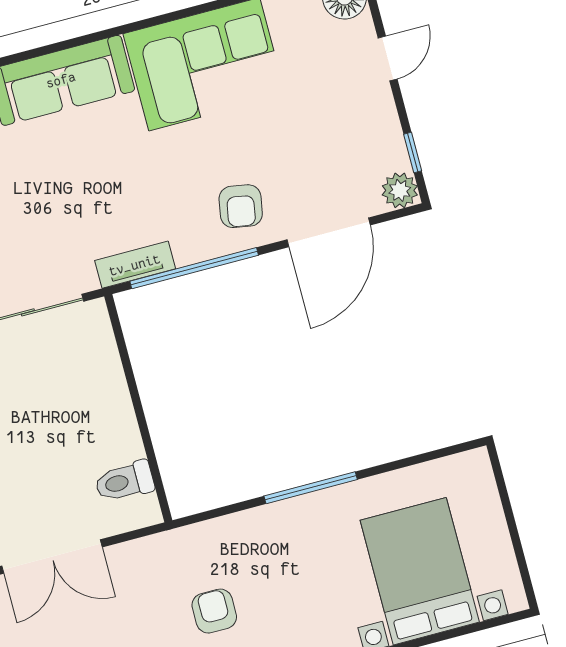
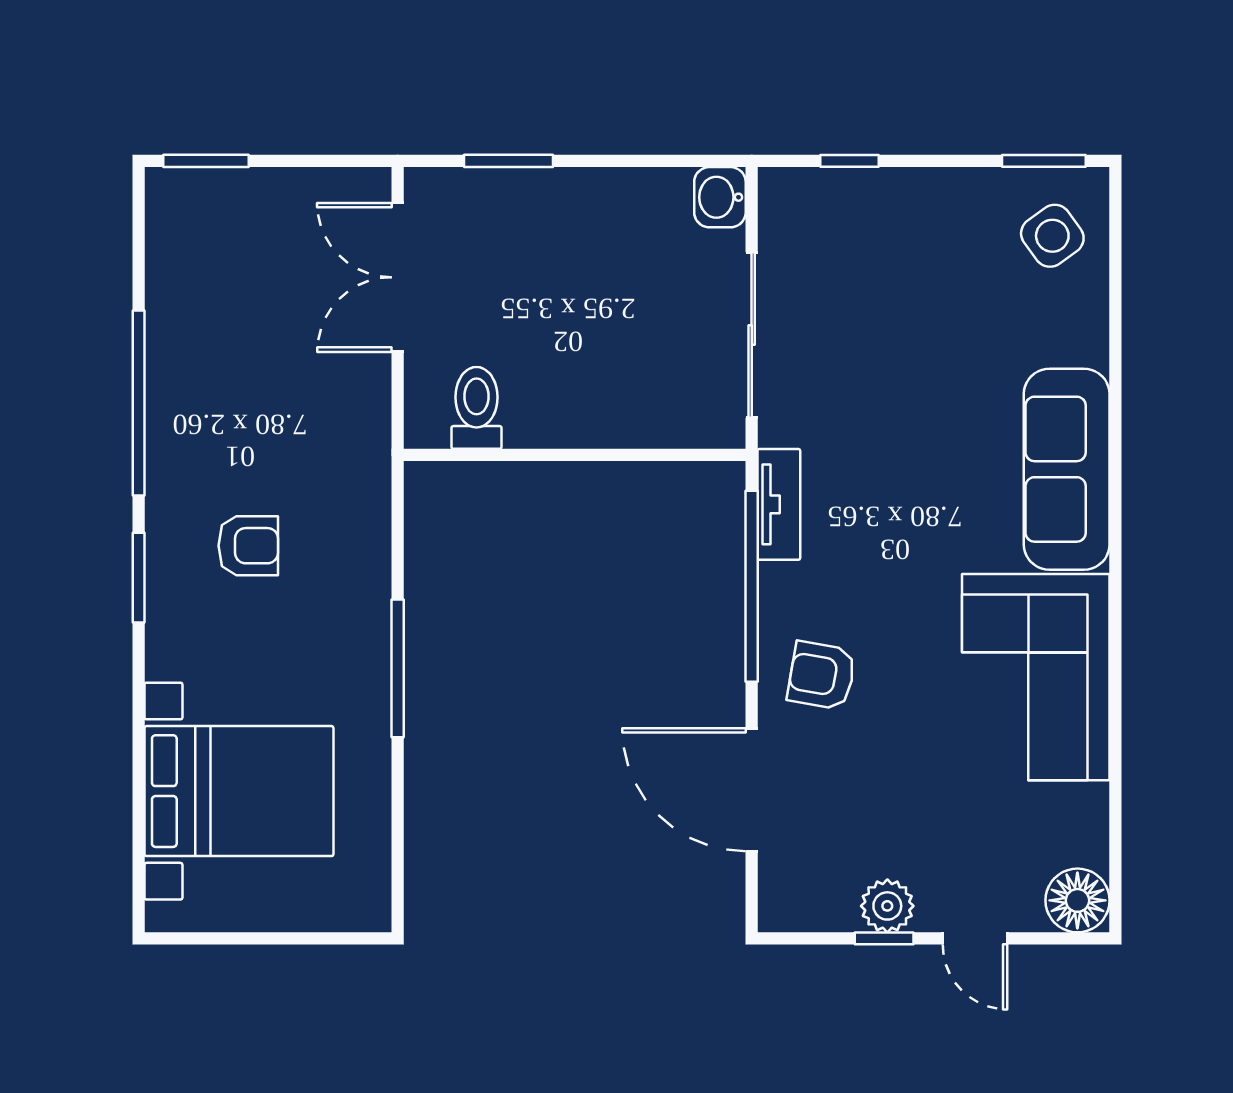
window: (413, 152) -> (884, 938), moved
plant: (400, 190) -> (887, 906), moved
armchair: (214, 611) -> (248, 546), moved

